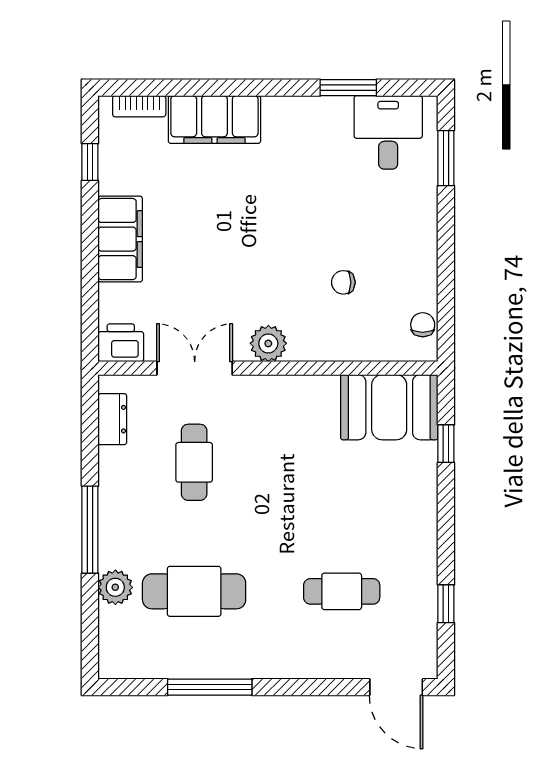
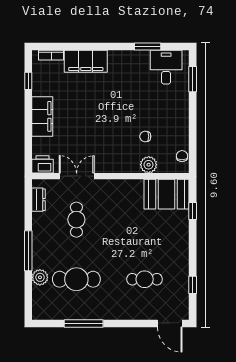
plant: (268, 343) -> (149, 165), moved

